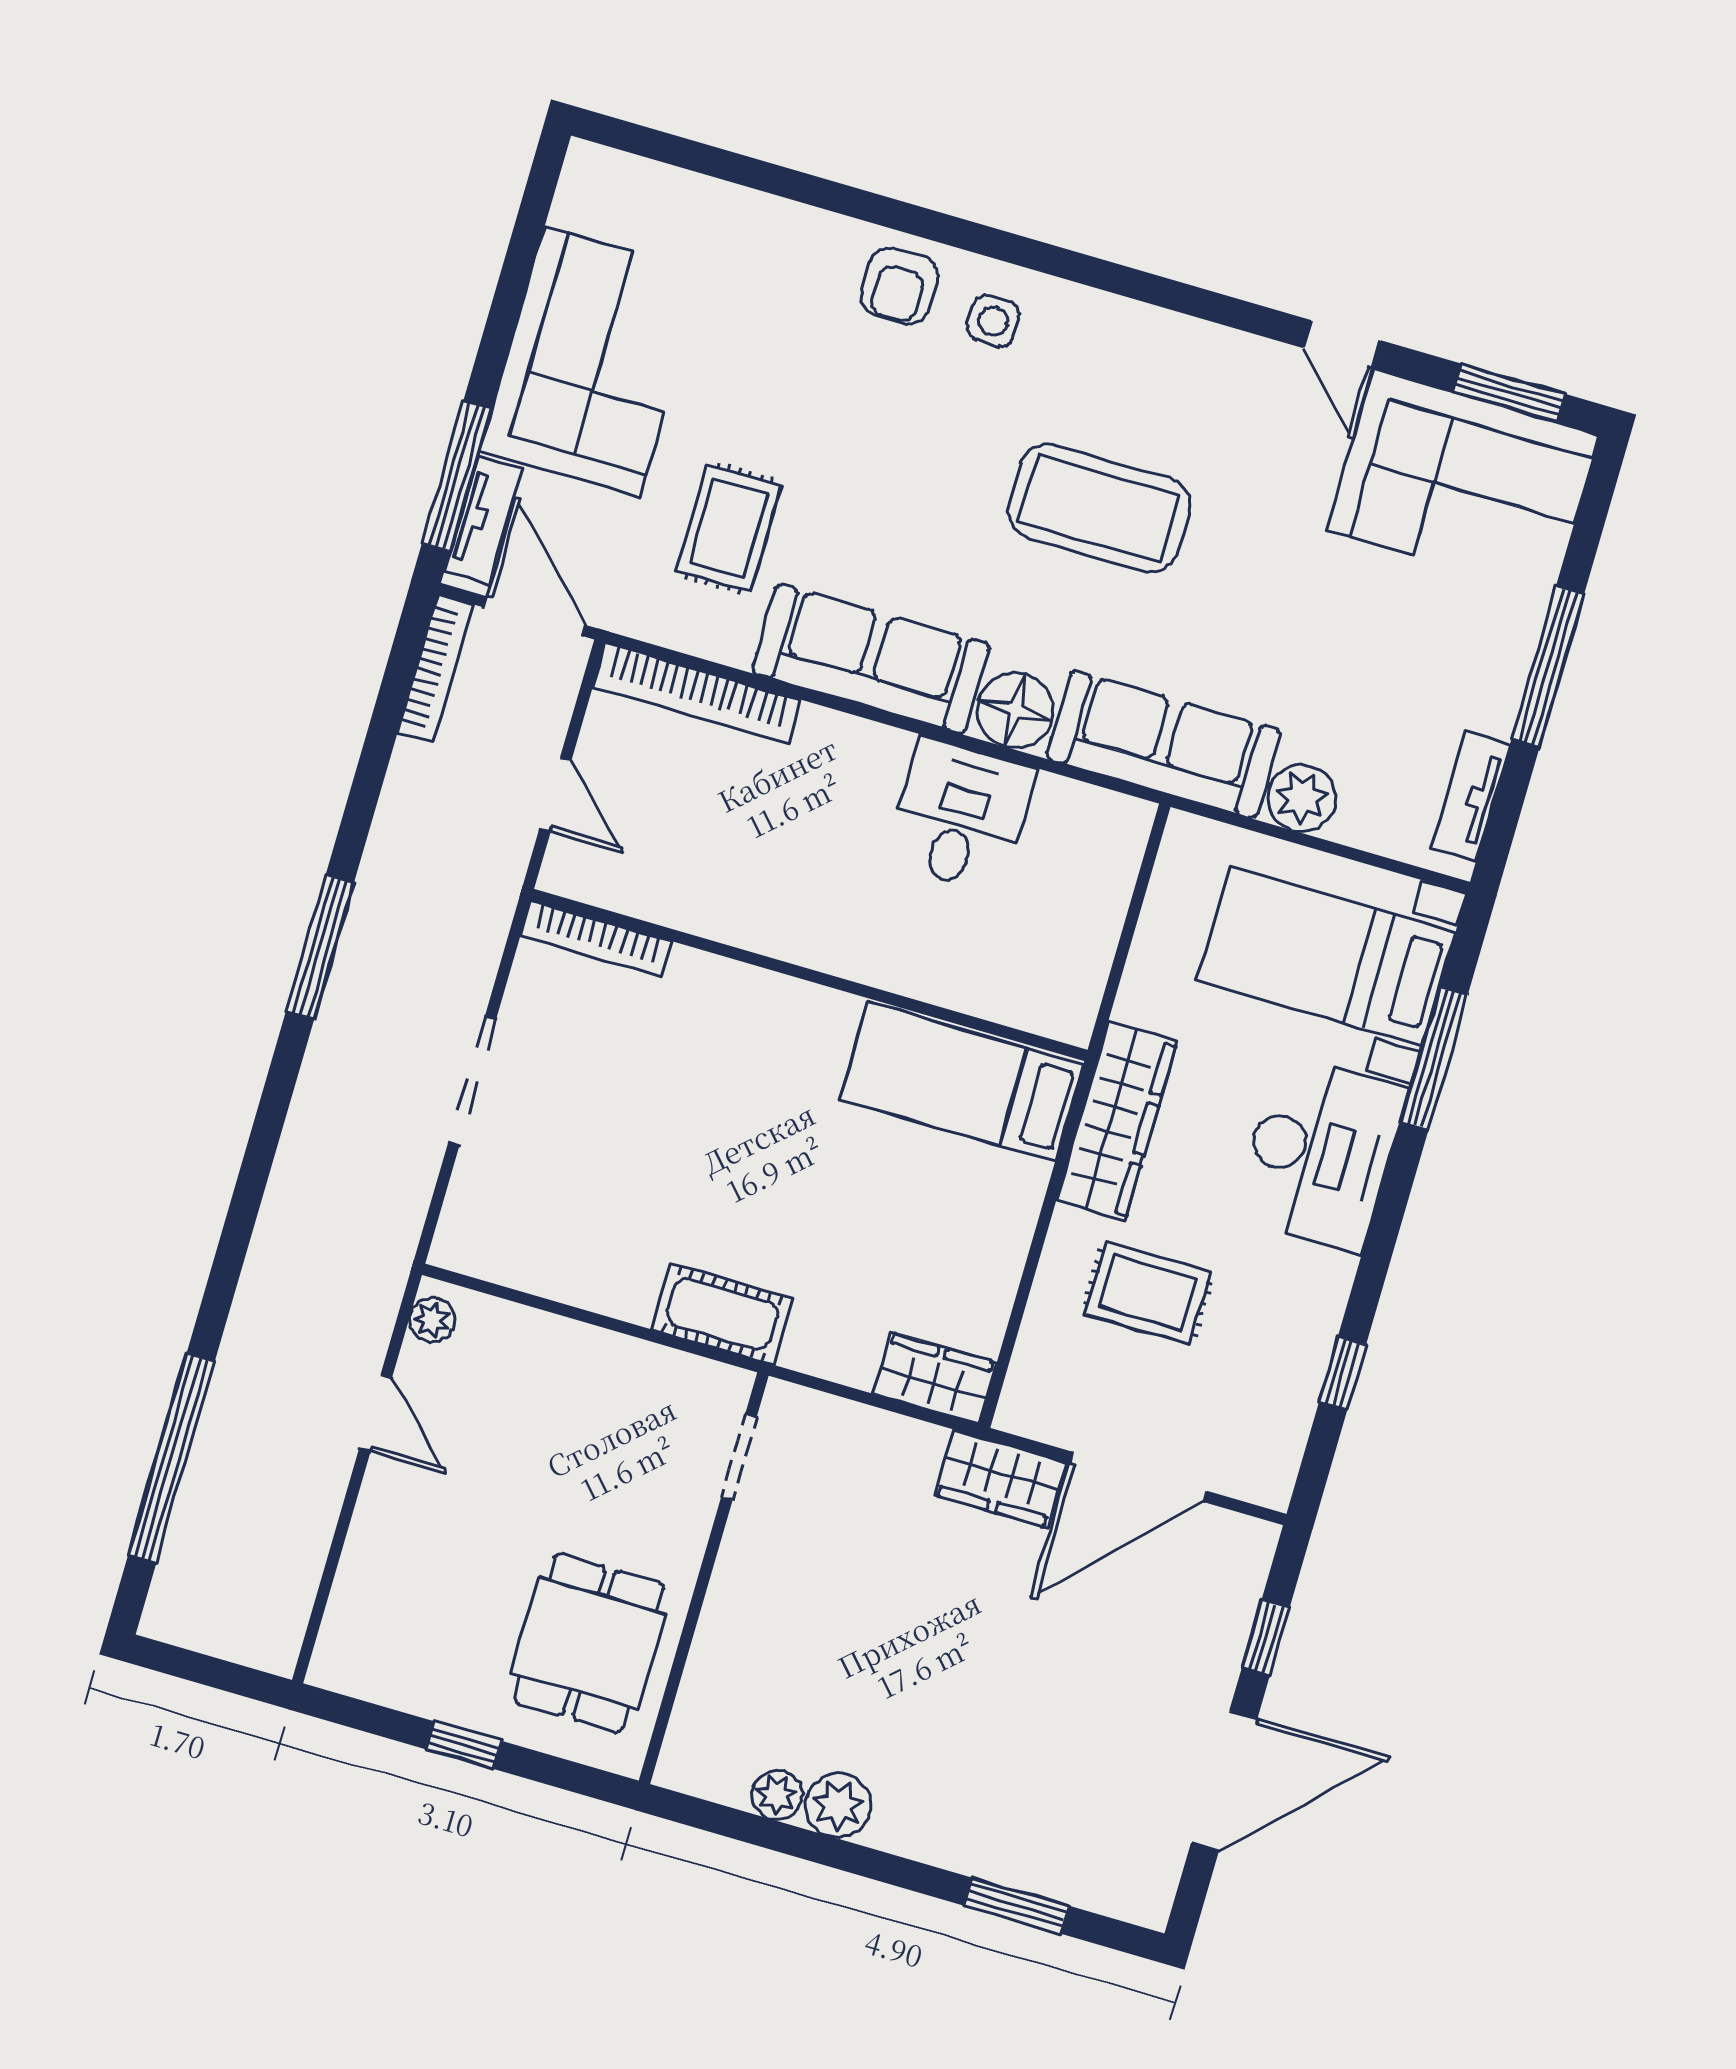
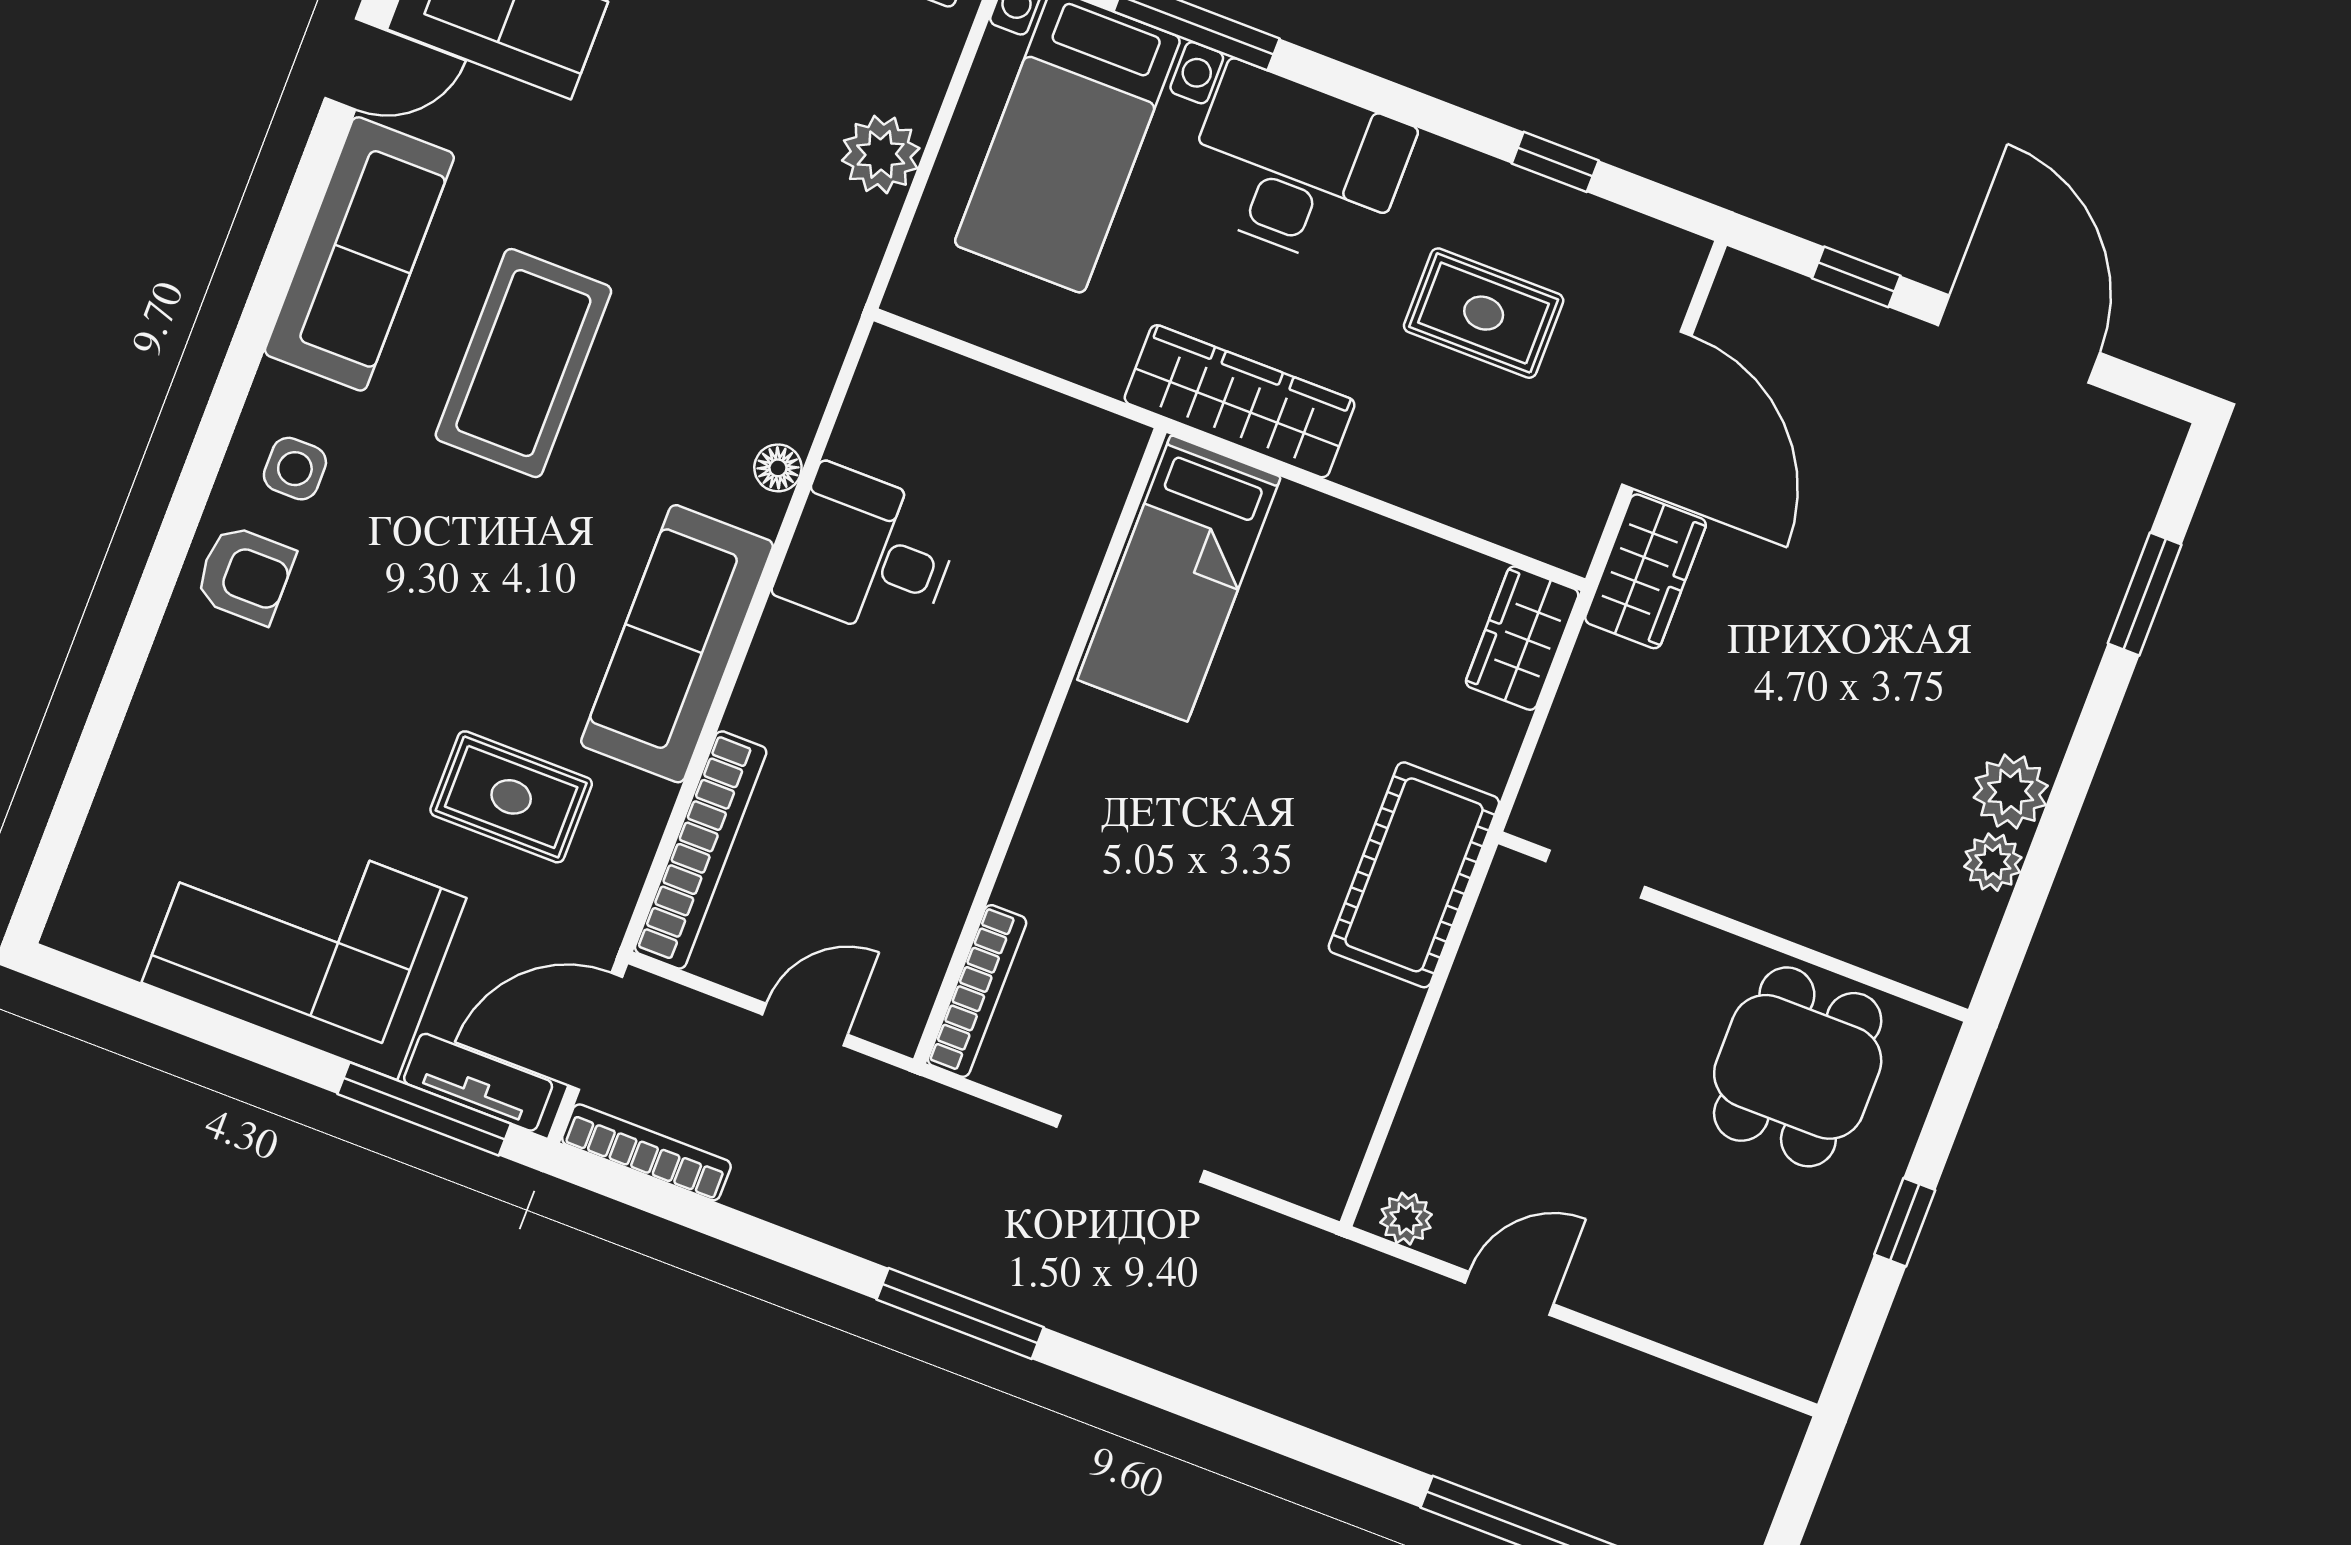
floor lamp: (1015, 710) -> (778, 468), width x0.53, depth x0.53
sofa: (1164, 744) -> (359, 254), moved, turned 180
rug: (1148, 1293) -> (1484, 313), moved, turned 90
cot: (722, 1314) -> (1414, 875), width x1.37, depth x1.34
dining table: (589, 1643) -> (1798, 1067), turned 90

